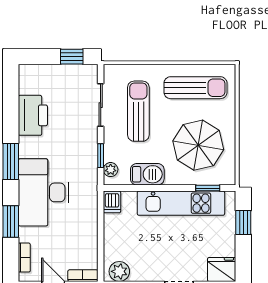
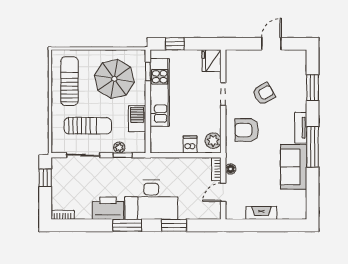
sun lounger: (138, 111) -> (88, 126), turned 180
printer: (33, 115) -> (108, 208), moved
plant: (111, 170) -> (119, 147), moved
dishwasher: (112, 202) -> (190, 144), moved, turned -90
bookcase: (24, 258) -> (63, 215), moved

